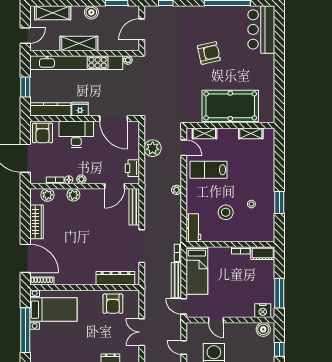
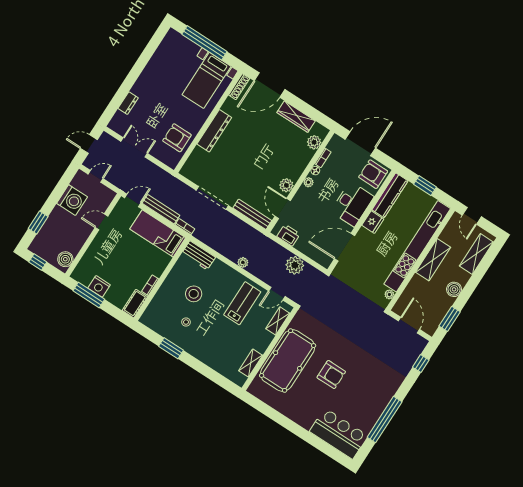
armchair: (209, 53) -> (331, 375), moved, turned -77
plant: (73, 195) -> (286, 185), moved
dresser: (115, 278) -> (214, 131), moved
nightstand: (263, 311) -> (99, 286), moved, turned -90

